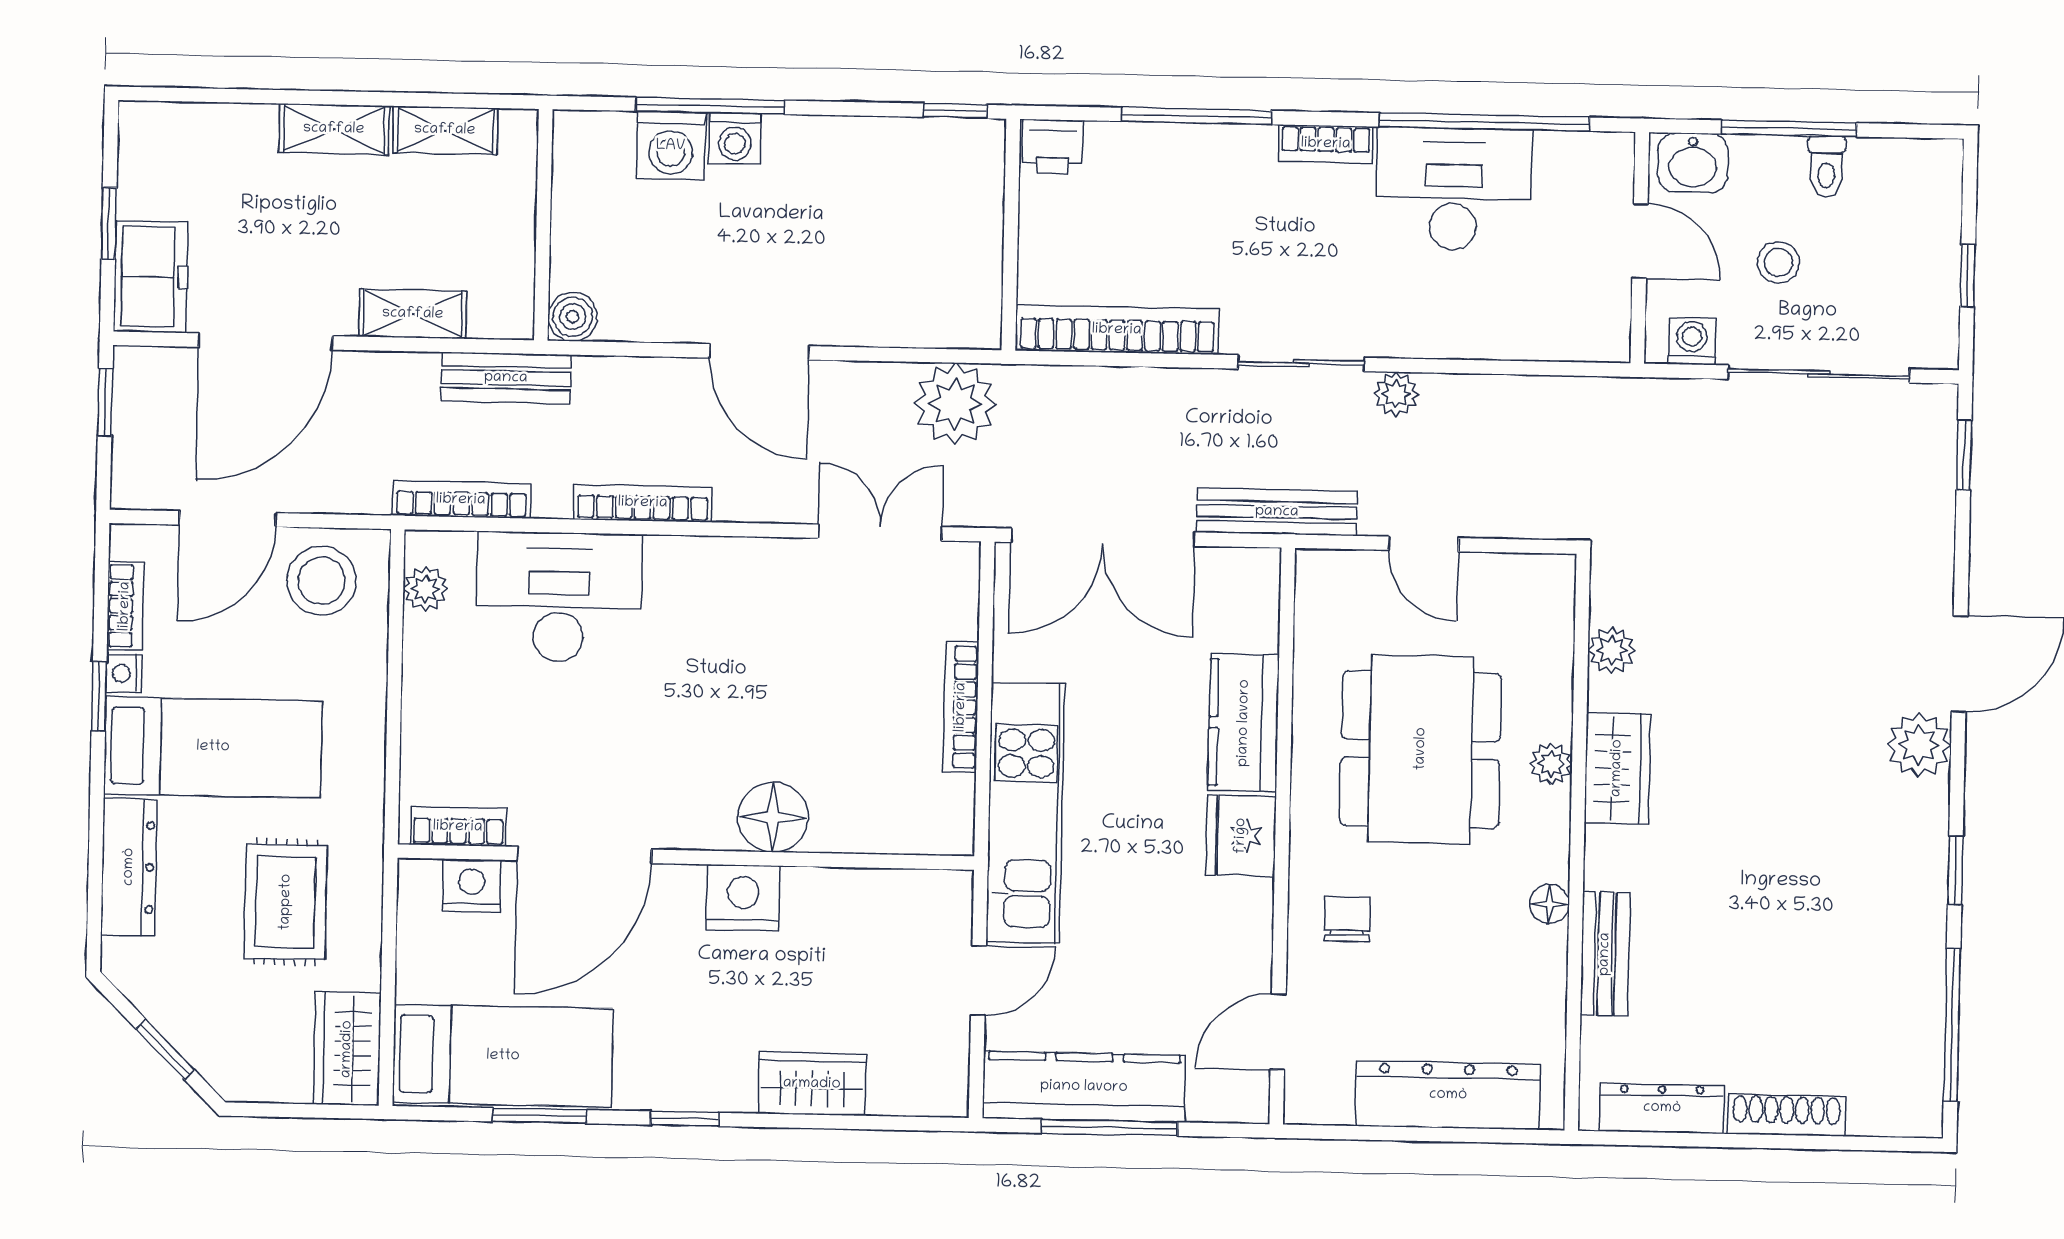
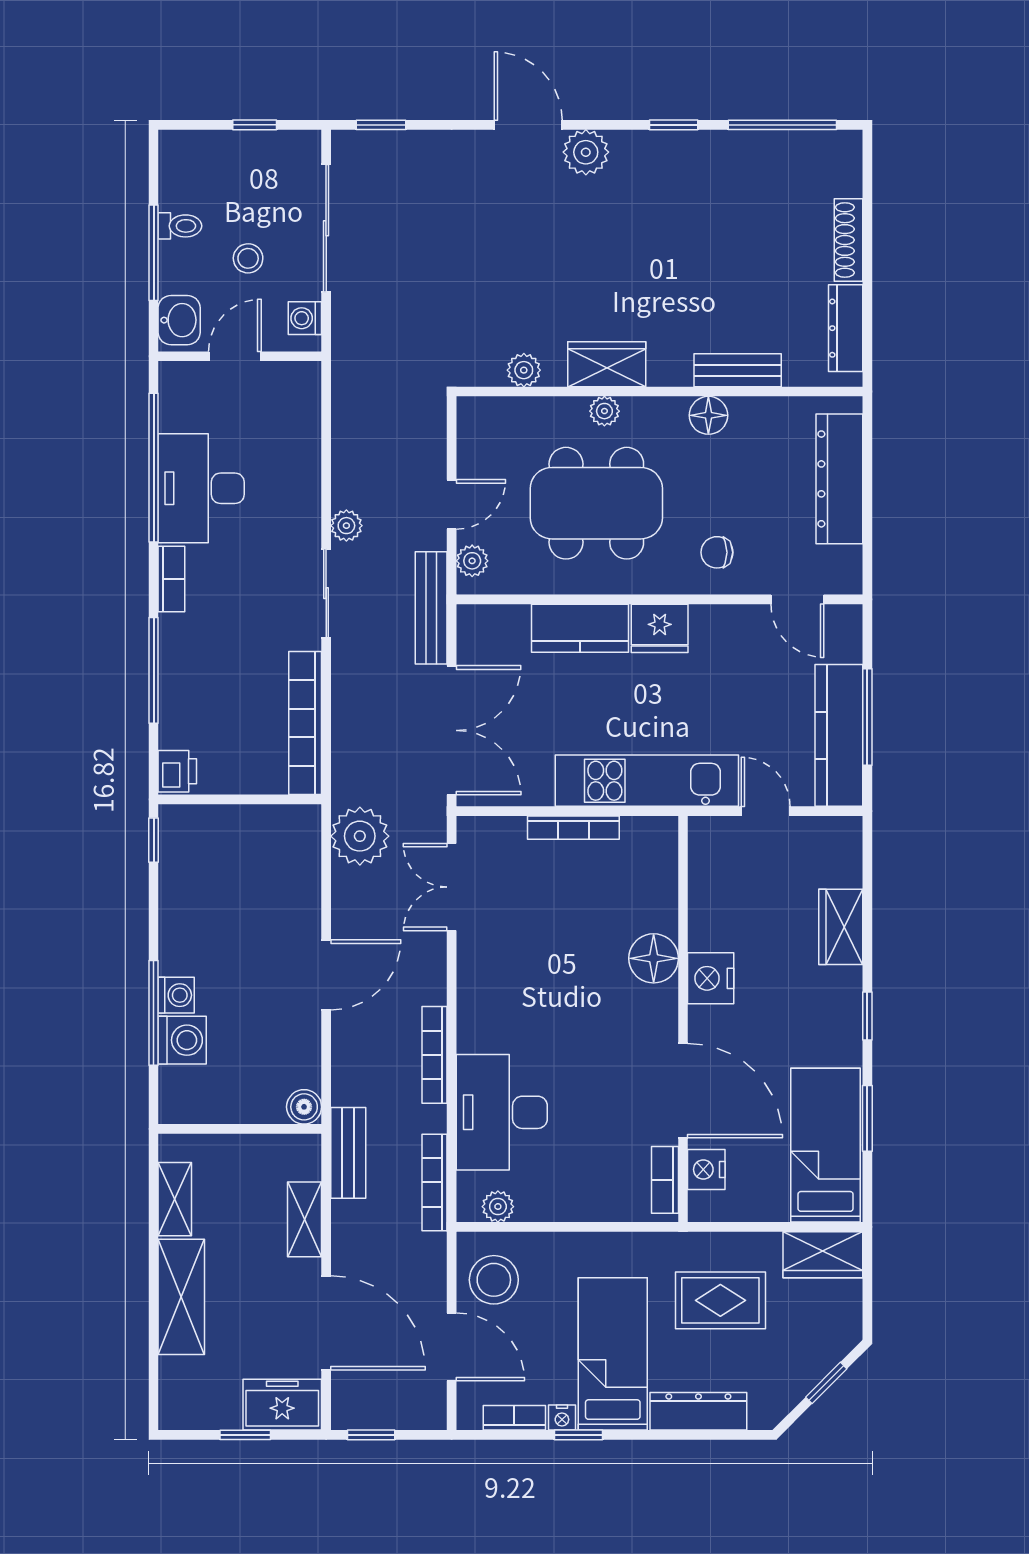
shelving: (334, 129) -> (181, 1297), width x1.50, depth x1.33
plant: (1343, 571) -> (472, 561), added
floor lamp: (1549, 904) -> (708, 415), width x1.37, depth x1.37

